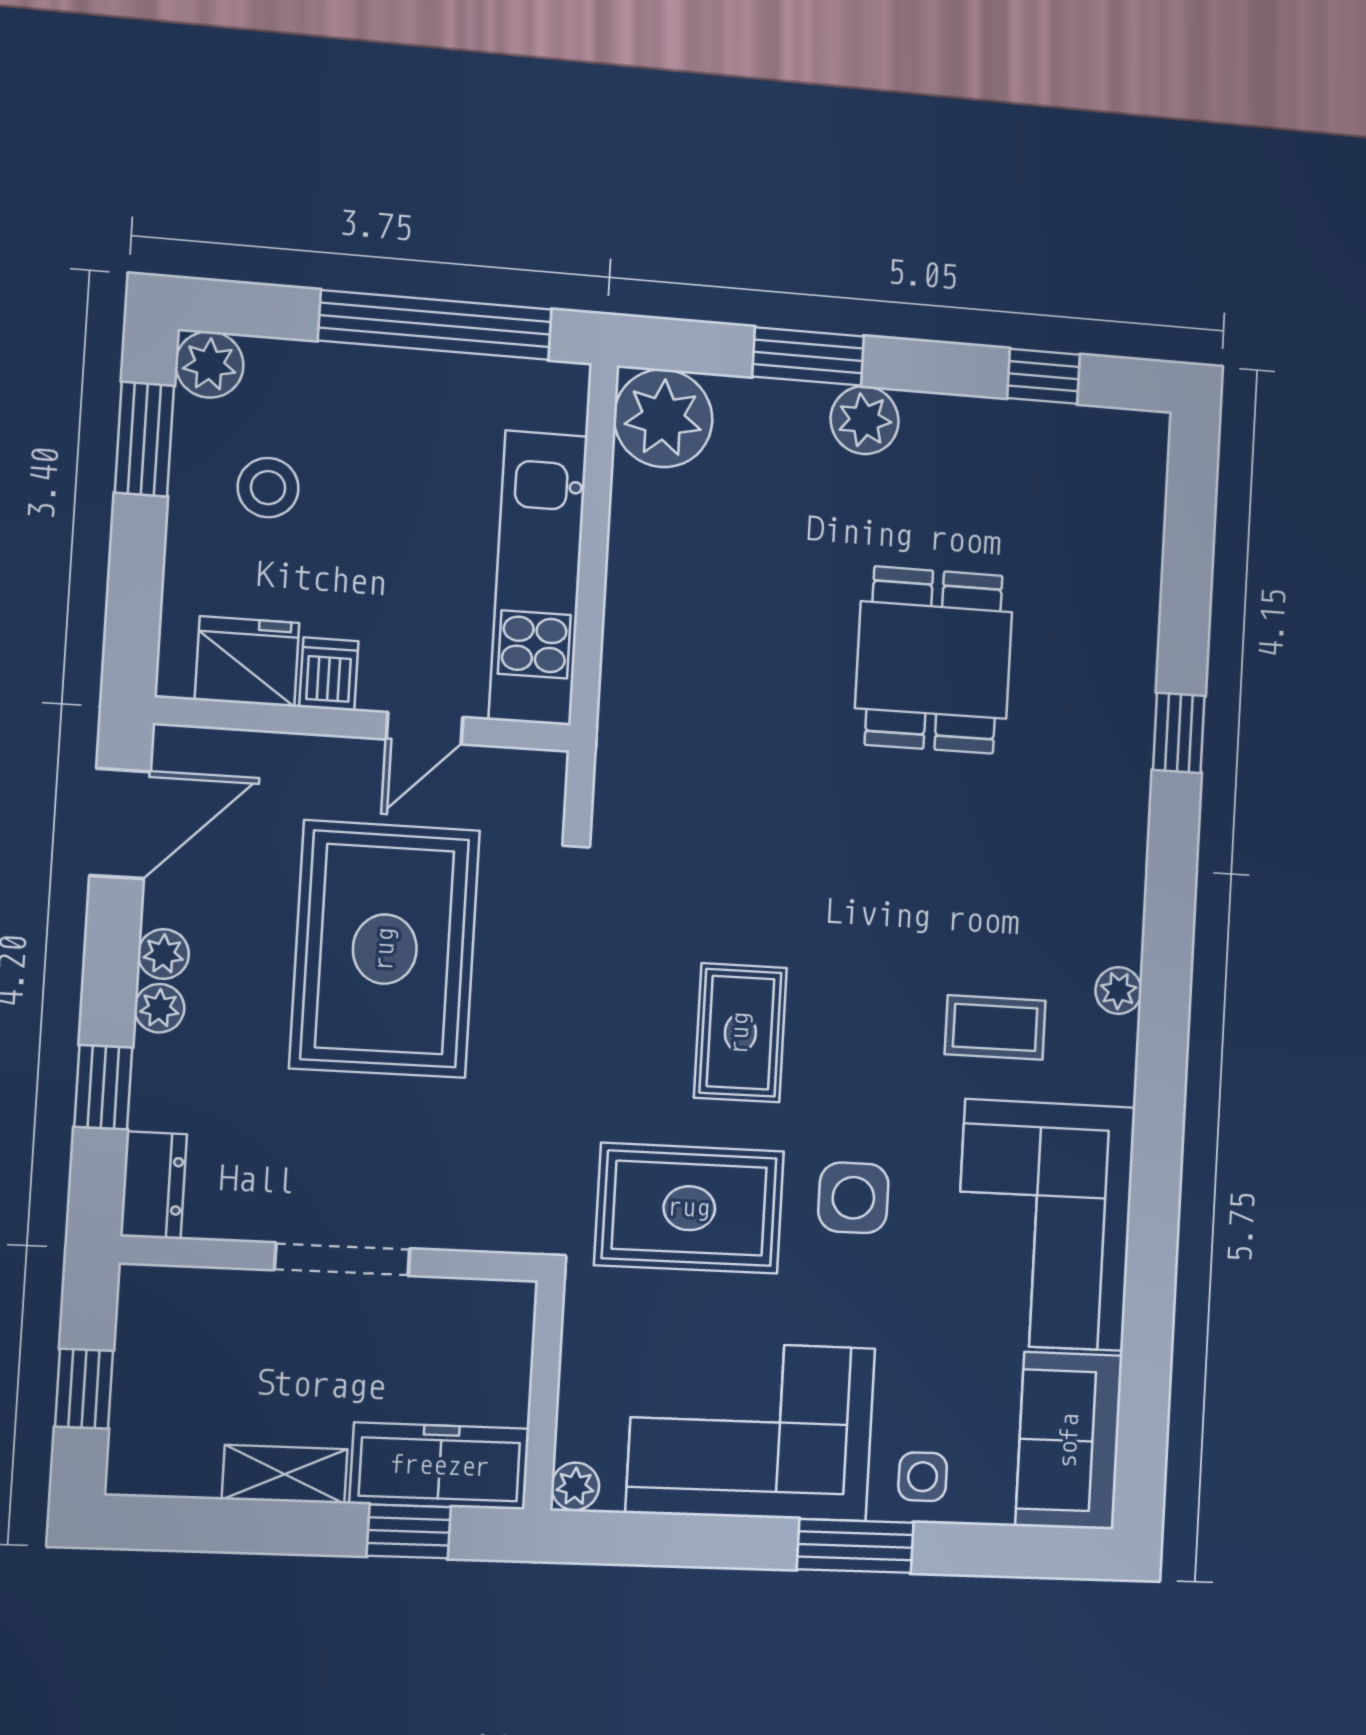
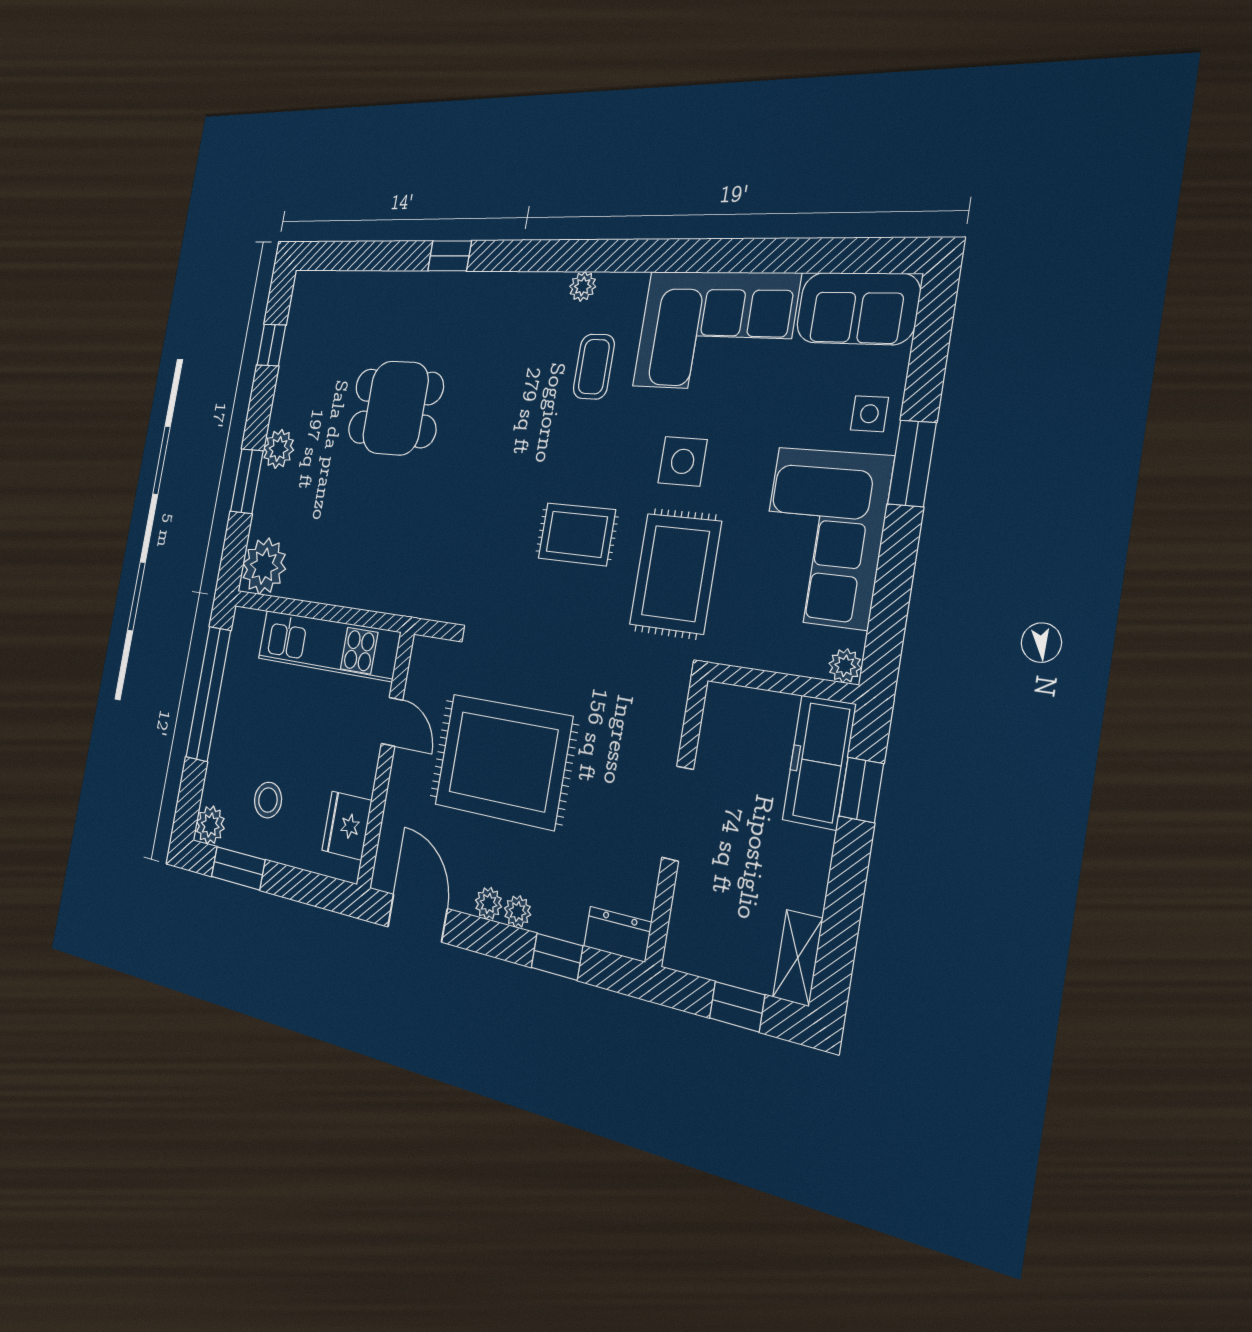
dishwasher: (329, 674) -> (359, 777), removed
shelving: (285, 1474) -> (798, 958), moved

